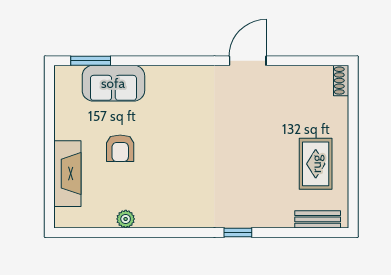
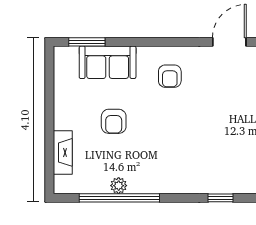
armchair: (182, 98) -> (170, 76), added
fireplace: (67, 174) -> (63, 152), width x0.73, depth x0.76
window: (126, 232) -> (119, 198), added

